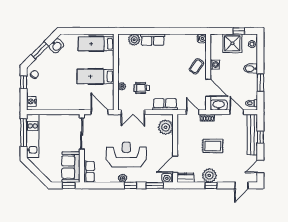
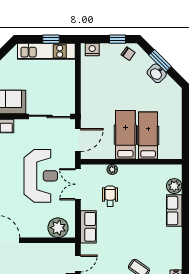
hospital bed: (96, 44) -> (148, 136), moved
washbasin: (56, 46) -> (157, 73), moved
window: (24, 133) -> (51, 39), width x0.46
reception desk: (126, 155) -> (41, 176), moved

